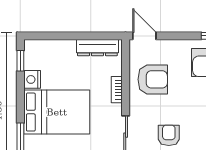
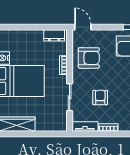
dresser: (97, 48) -> (54, 35), width x0.70

